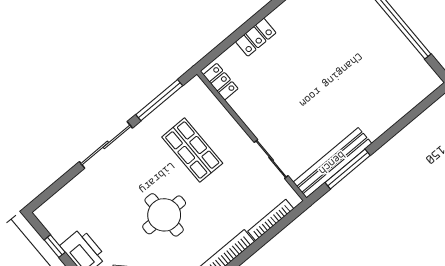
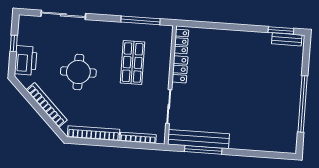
locker: (256, 37) -> (180, 69), moved, turned -90
sliding door: (106, 145) -> (63, 15), moved
round table: (164, 215) -> (78, 72), moved

